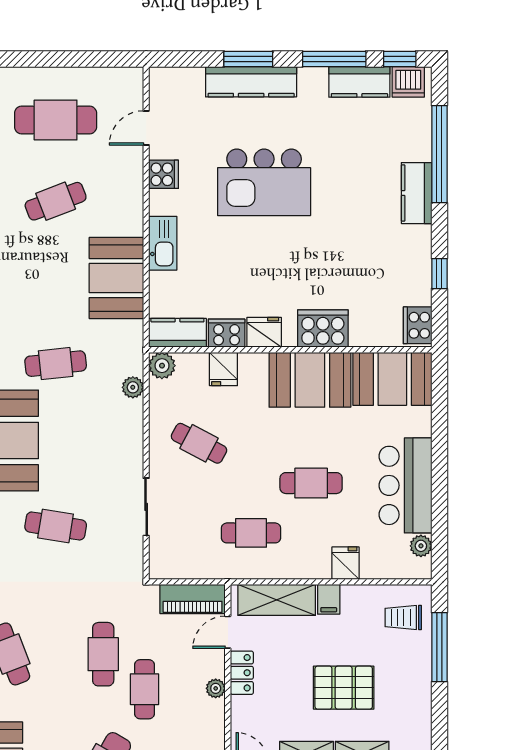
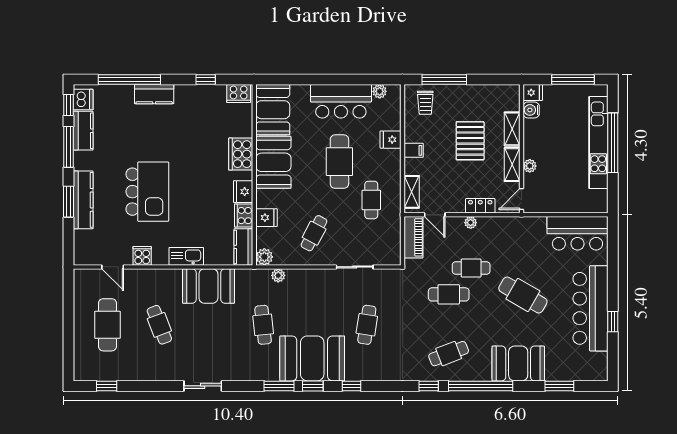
cafe table: (311, 483) -> (339, 162), width x1.37, depth x1.35
shelving: (277, 600) -> (412, 192), width x0.67, depth x0.75
locker: (242, 673) -> (480, 206), moved

